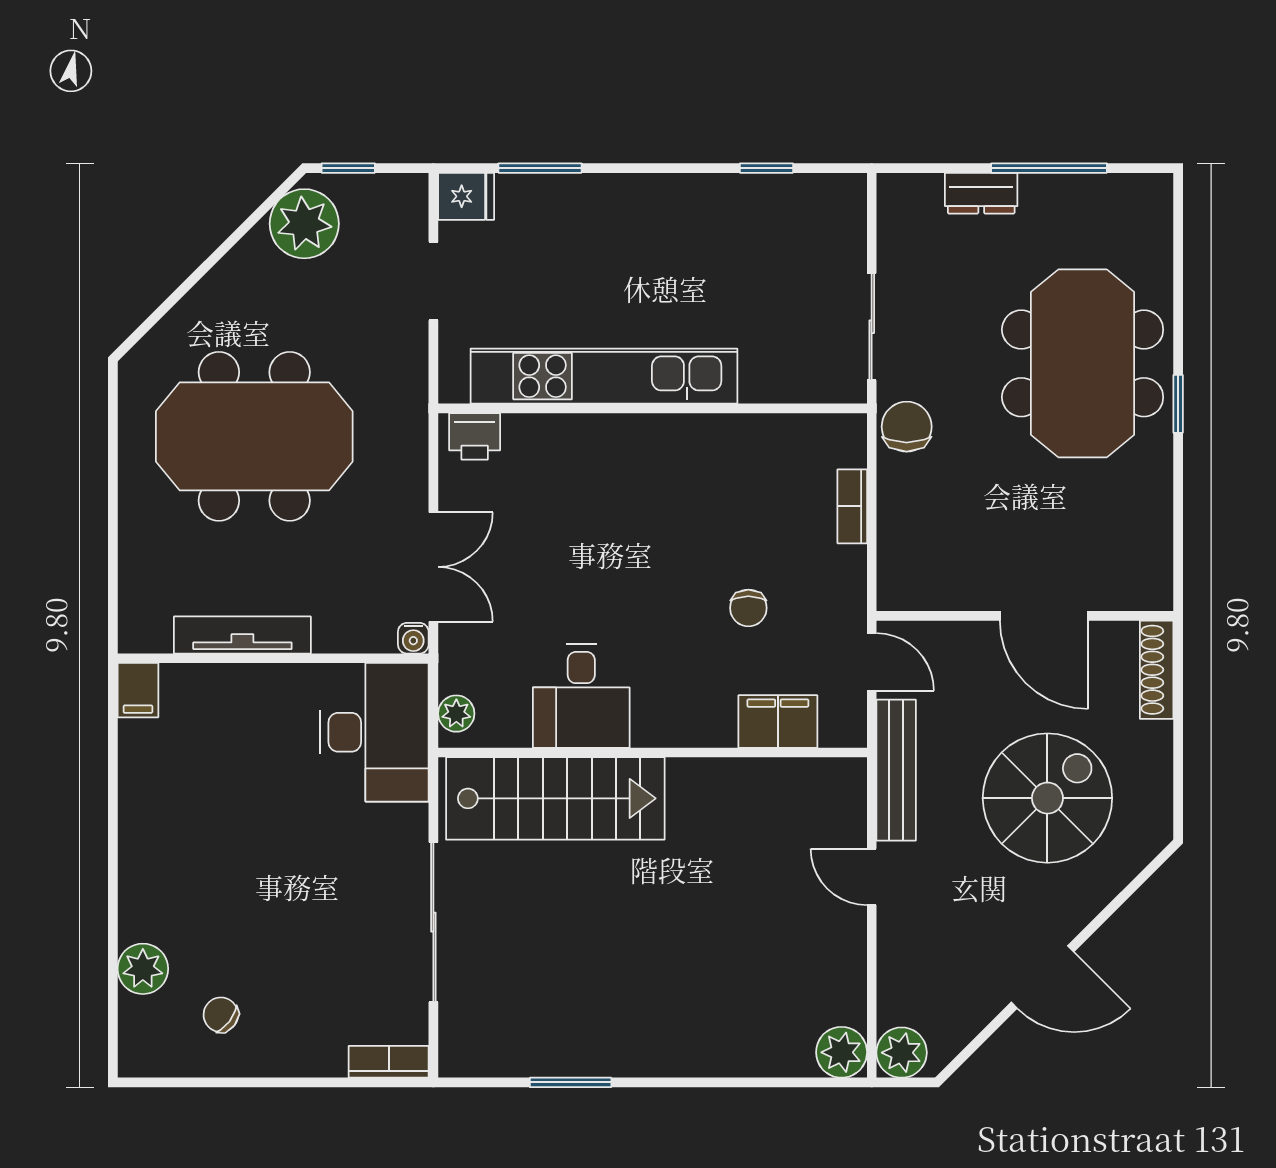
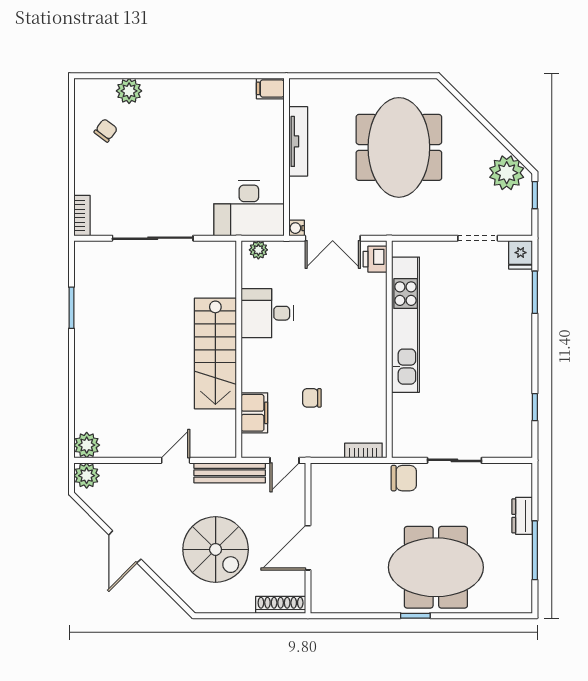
kitchen unit: (604, 376) -> (406, 325), moved
wall: (653, 408) -> (389, 349), moved
printer: (475, 436) -> (375, 259), moved
stairs: (555, 798) -> (215, 353), moved

